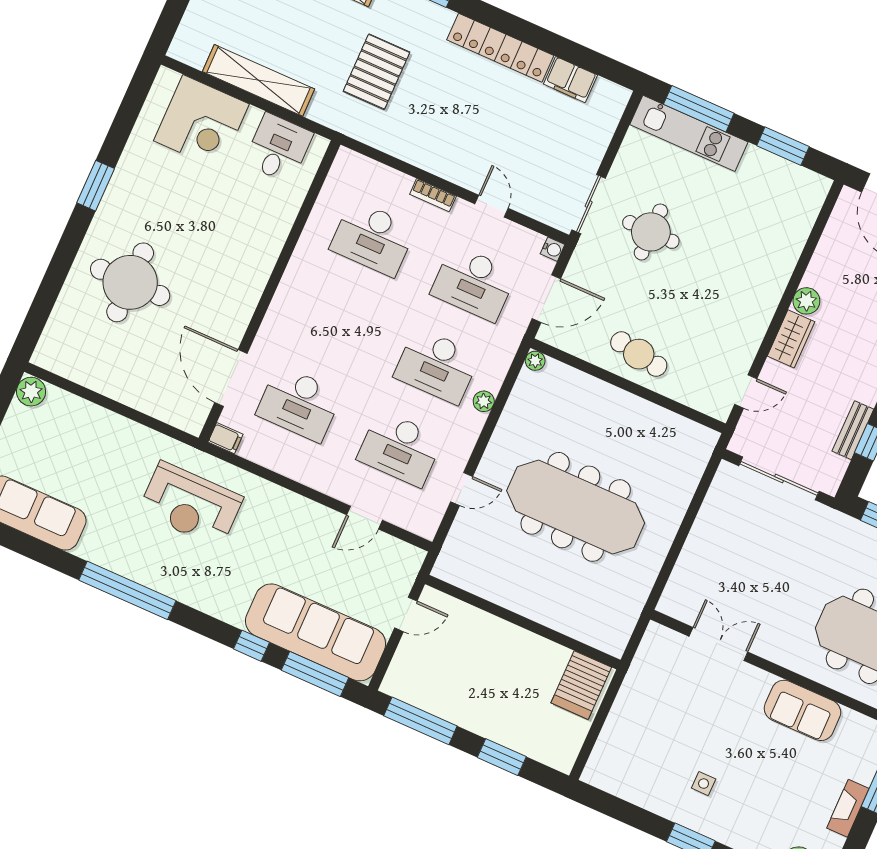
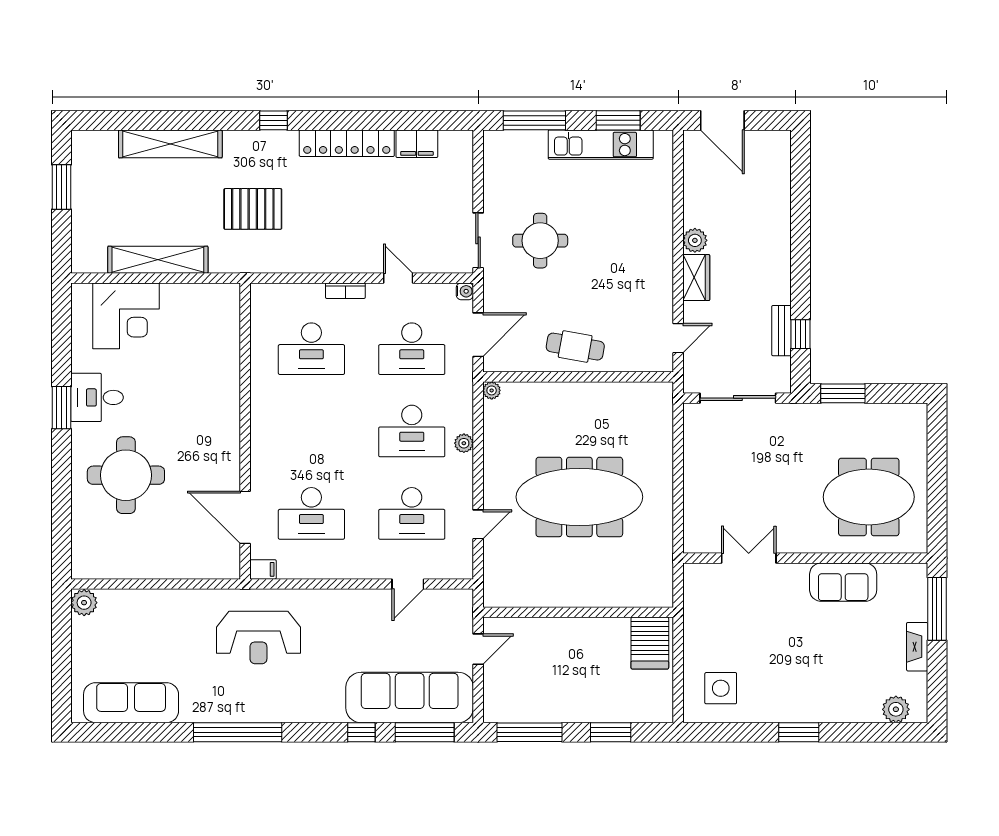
pallet: (376, 72) -> (253, 209), turned 90
kitchen unit: (689, 133) -> (601, 145), moved
desk: (278, 148) -> (97, 397), moved, turned -90
side table: (704, 784) -> (721, 688), moved, width x1.87, depth x1.87

